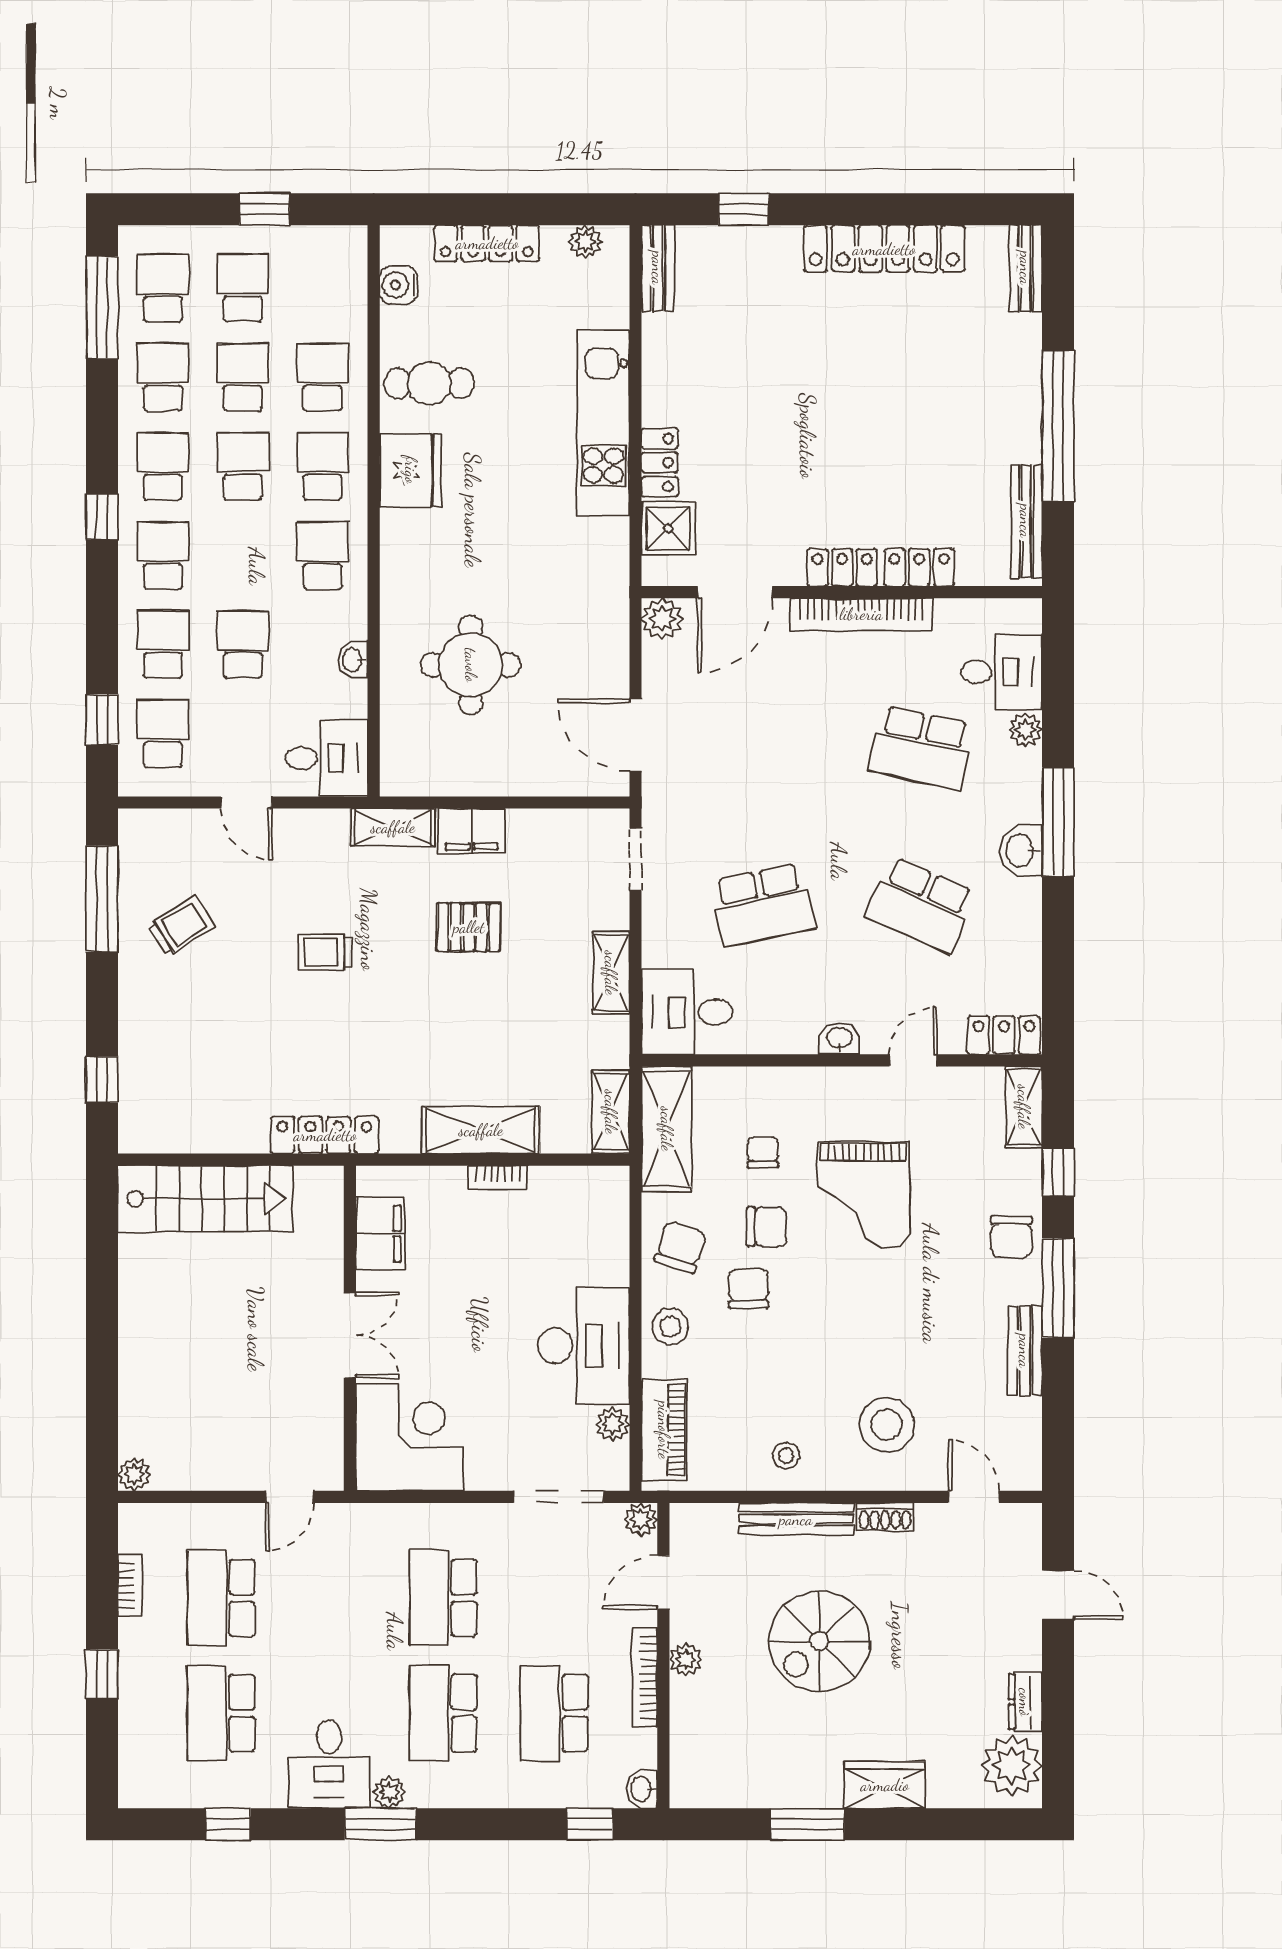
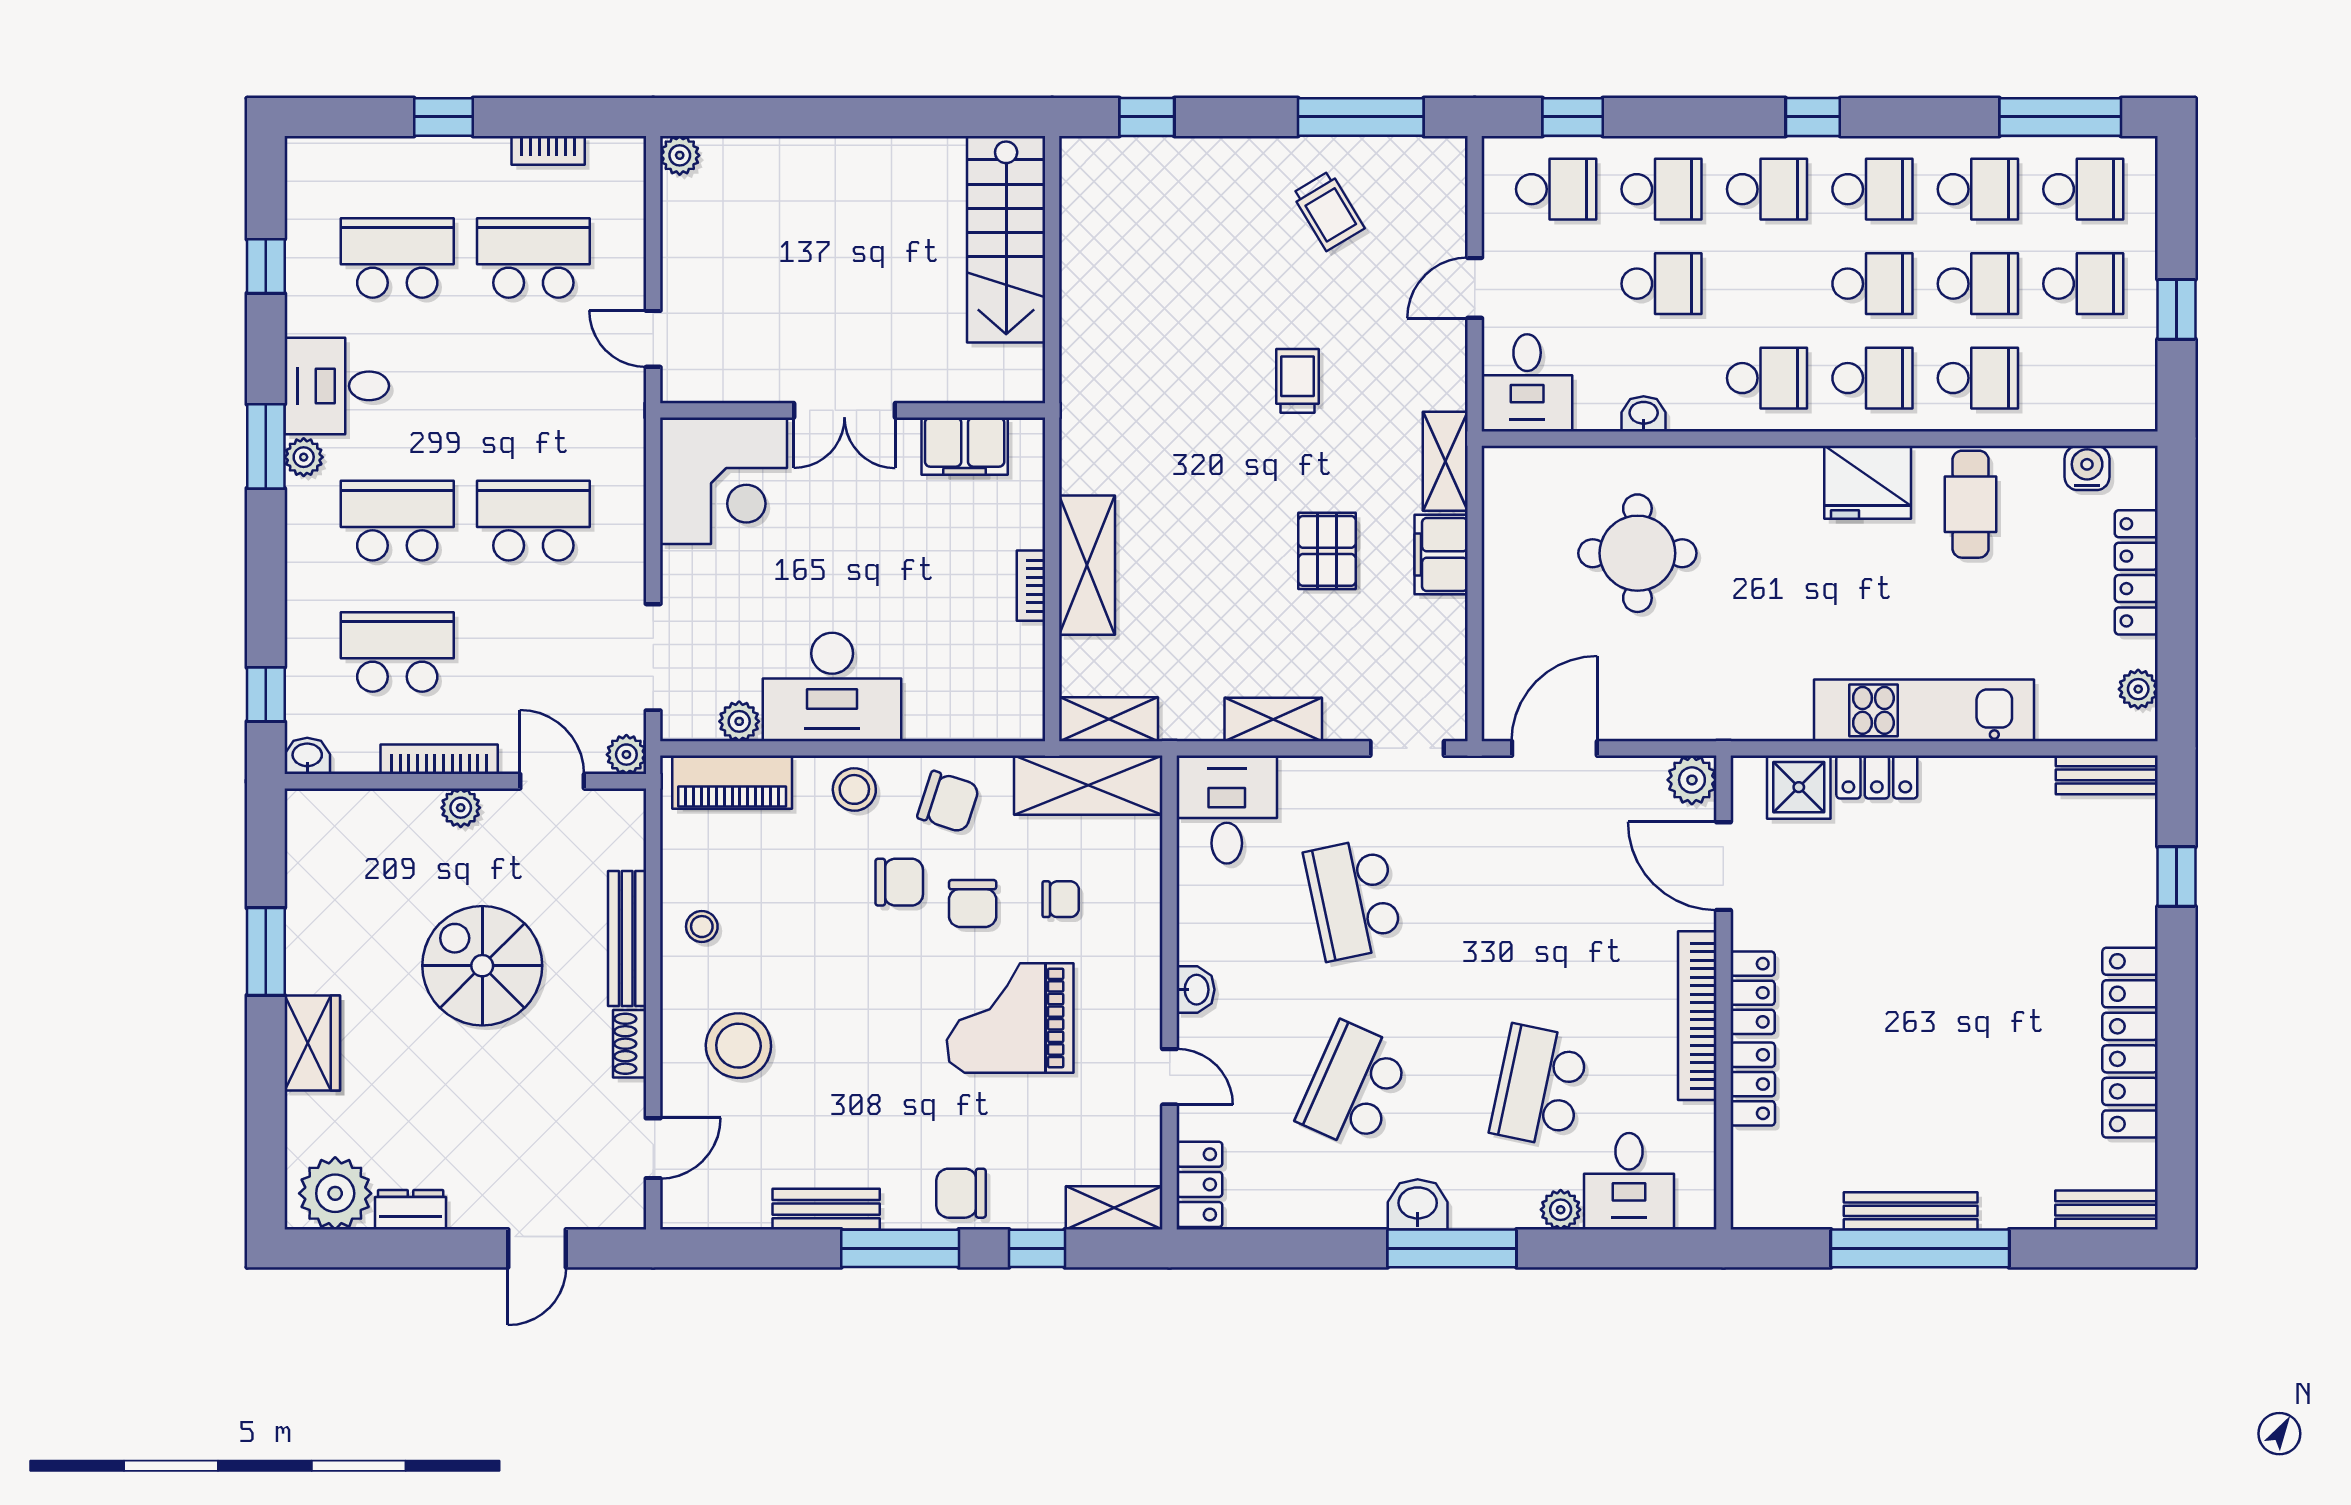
bench: (1026, 521) -> (1911, 1211), moved
locker: (325, 1135) -> (1081, 380), removed

